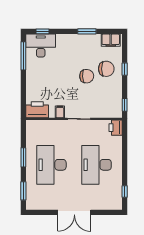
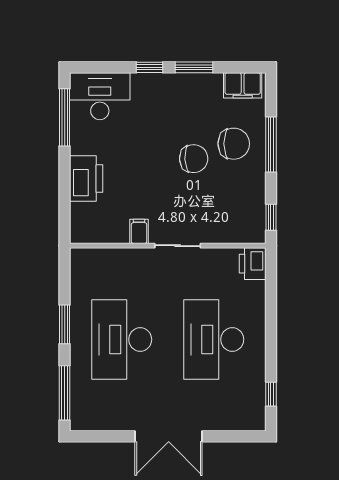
window: (42, 31) -> (149, 67), moved
window: (125, 69) -> (271, 145), width x2.17
printer: (37, 110) -> (86, 178), moved, turned 90
window: (23, 191) -> (65, 393), width x1.44

